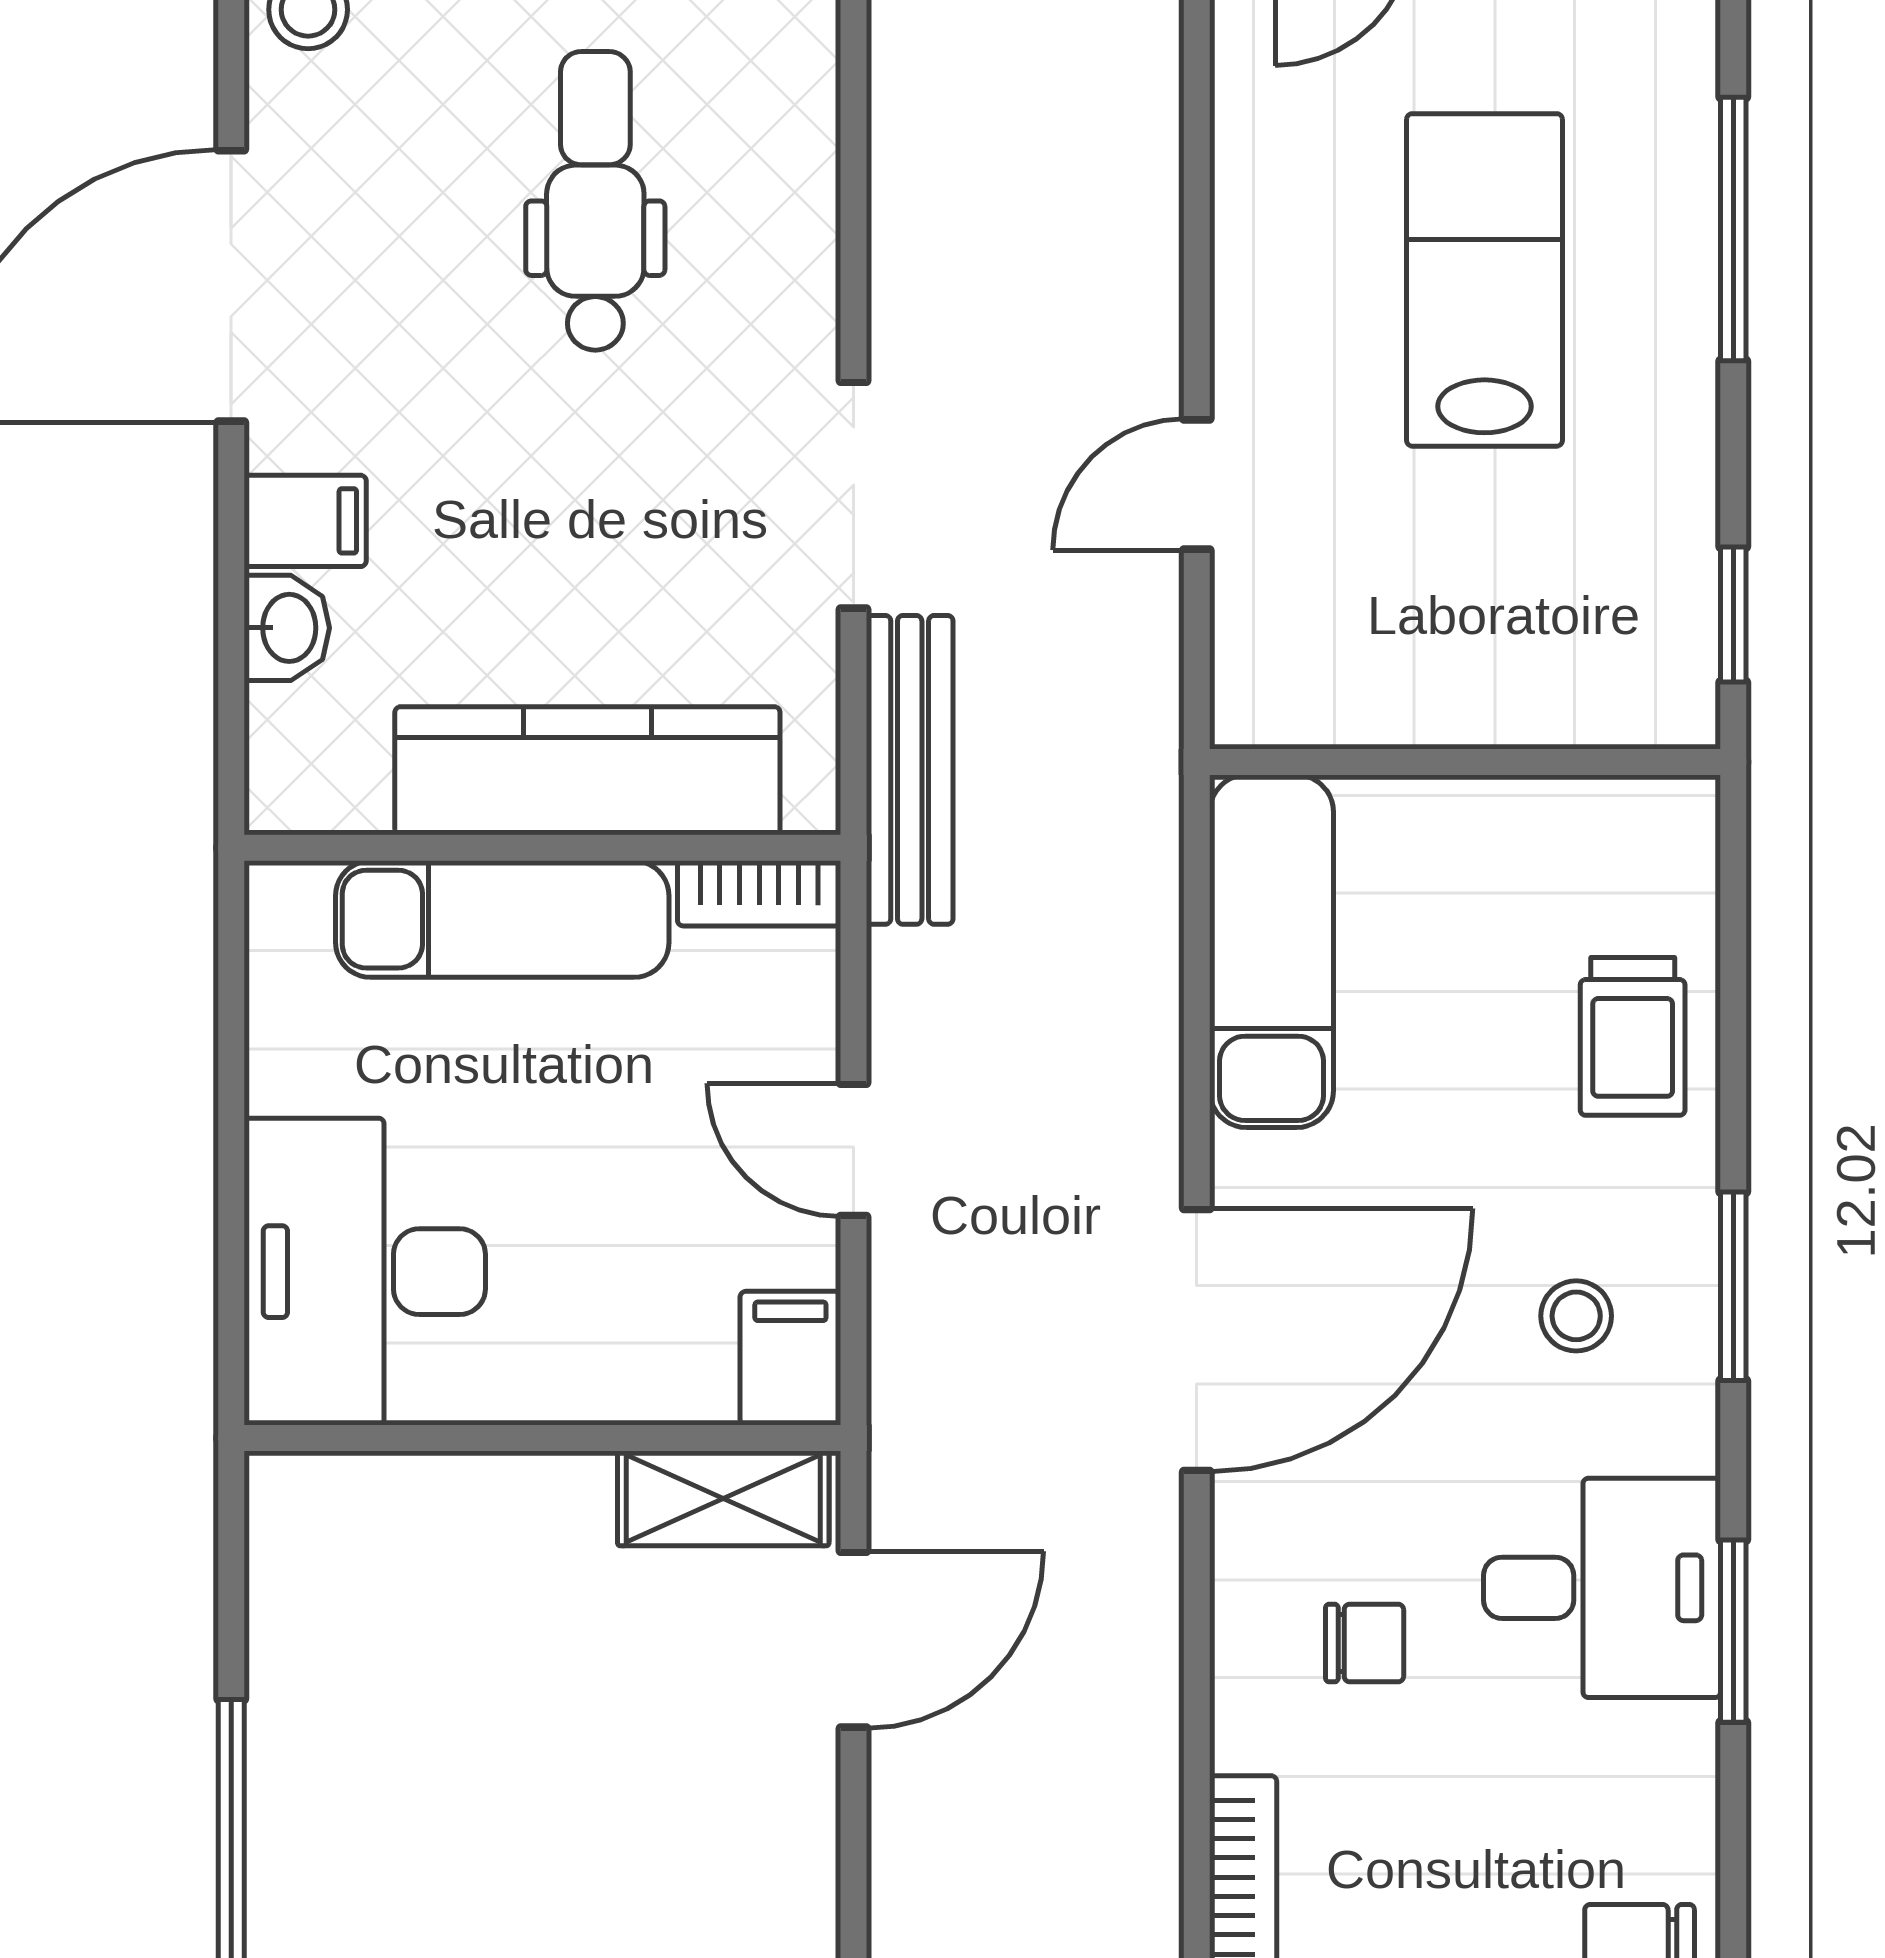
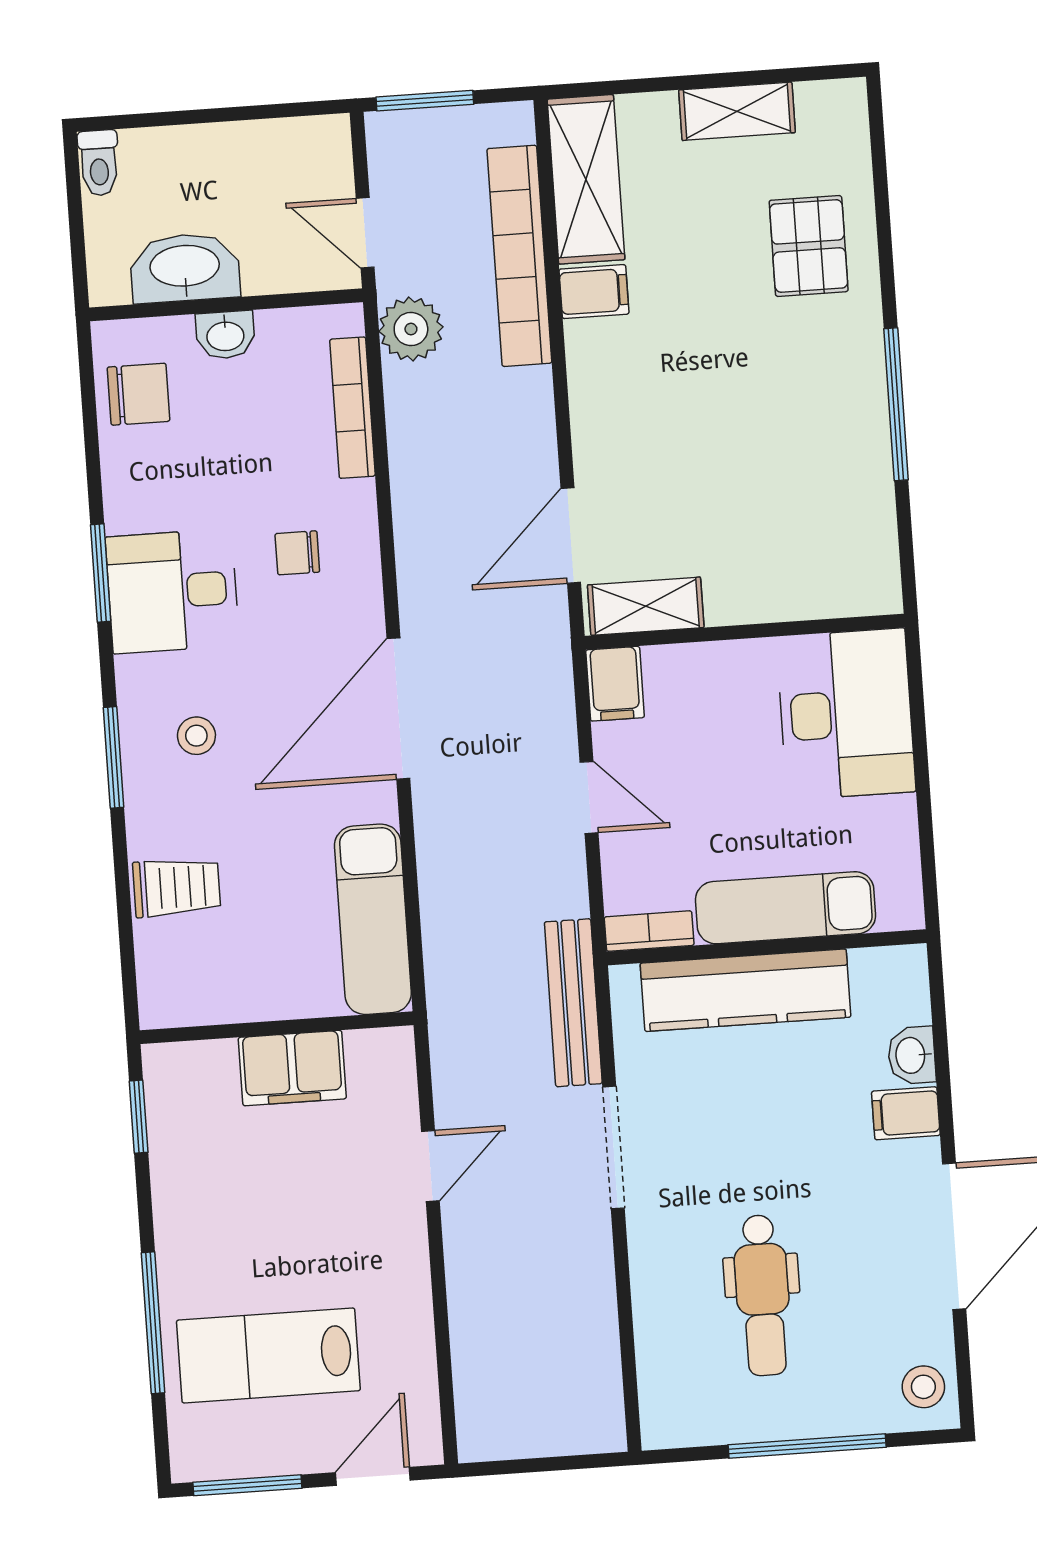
lab bench: (1484, 280) -> (268, 1355), moved, turned 90
filing cabinet: (1441, 685) -> (292, 1068), added
trolley: (1633, 1036) -> (177, 887), turned 90

